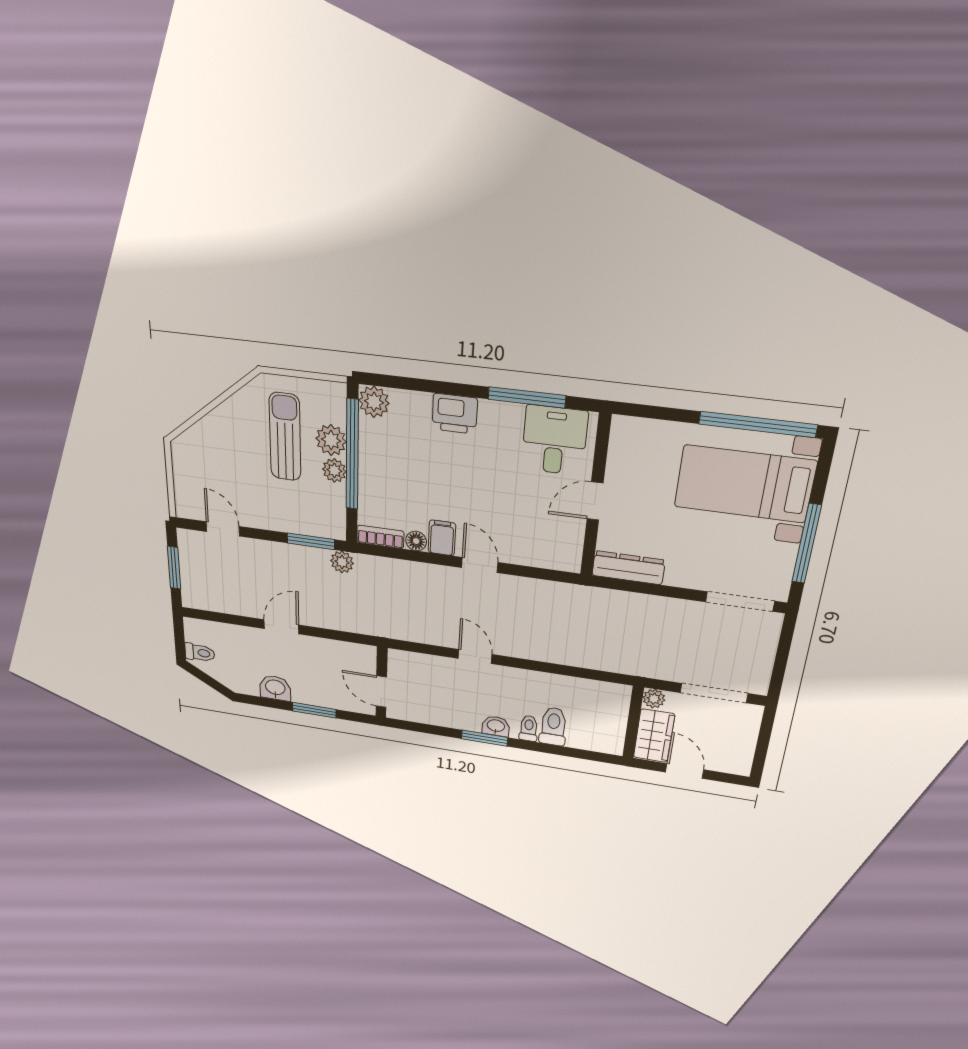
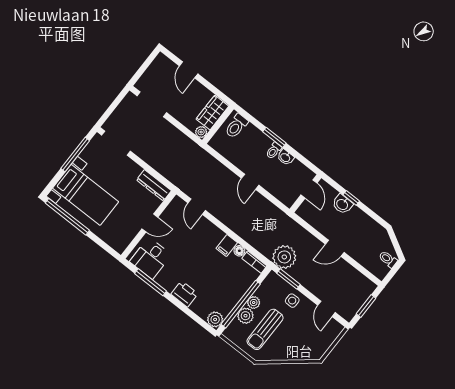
side table: (280, 511) -> (292, 301), added
plant: (342, 562) -> (284, 257), width x1.88, depth x1.88
door: (480, 565) -> (197, 207), moved
washbasin: (275, 688) -> (342, 204), moved
plant: (654, 699) -> (201, 132), moved
window: (314, 710) -> (351, 198), width x0.67
wall: (633, 722) -> (218, 125), moved
washbasin: (496, 726) -> (285, 157), moved
toilet: (529, 728) -> (274, 151), moved
wardrobe: (654, 736) -> (212, 113), moved

